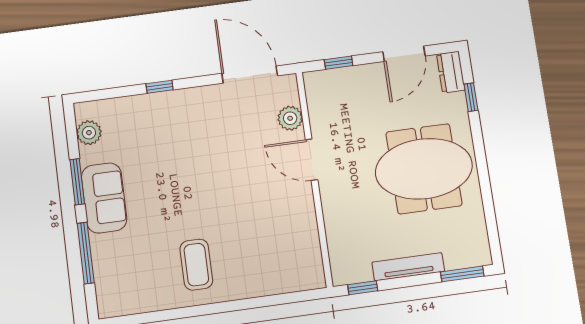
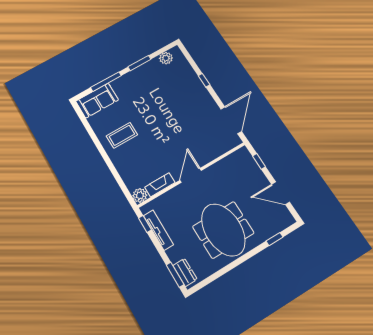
dresser: (451, 72) -> (185, 272), moved, turned 90
plant: (290, 118) -> (140, 195), moved
door: (312, 160) -> (191, 175), moved
sofa: (104, 198) -> (97, 101), moved
fireplace: (309, 237) -> (160, 185), added
tv unit: (408, 267) -> (158, 230), moved

